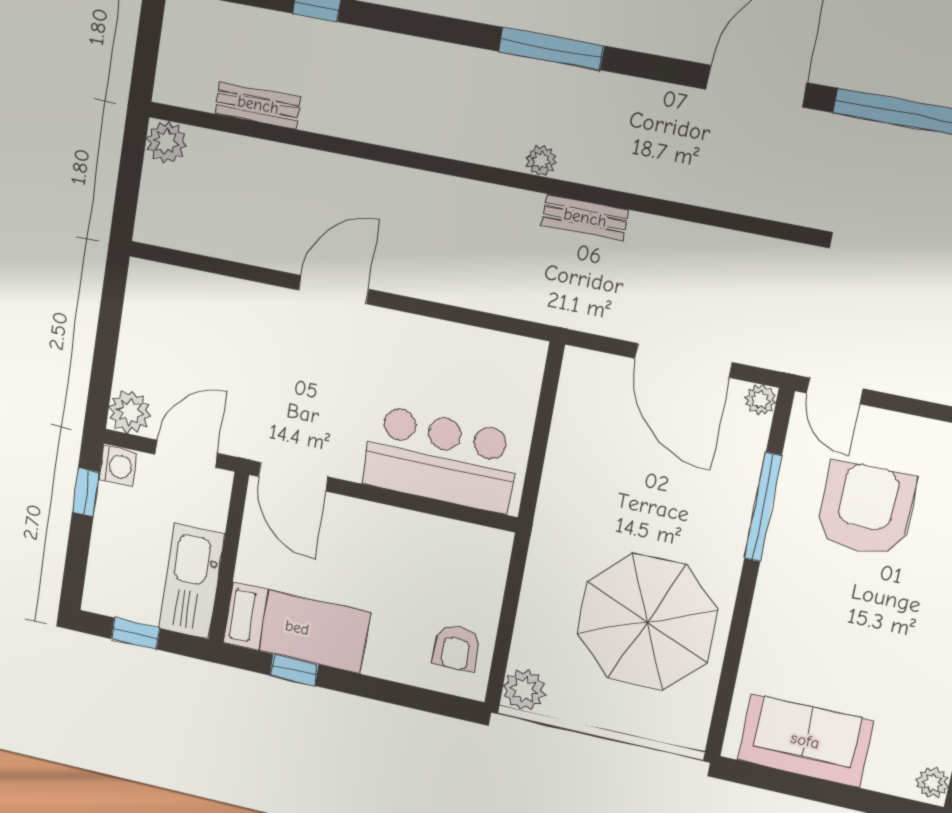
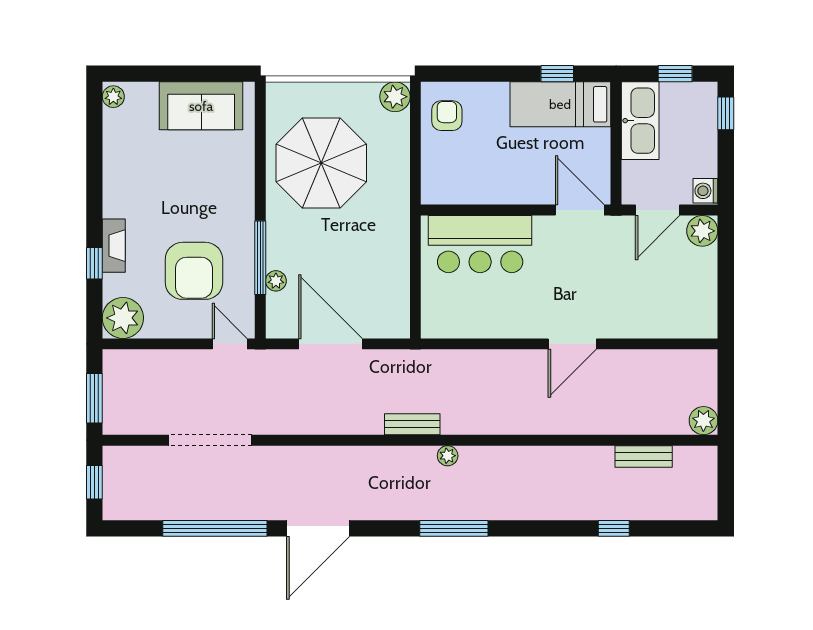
plant: (760, 400) -> (276, 281), moved
window: (86, 492) -> (726, 113), moved

